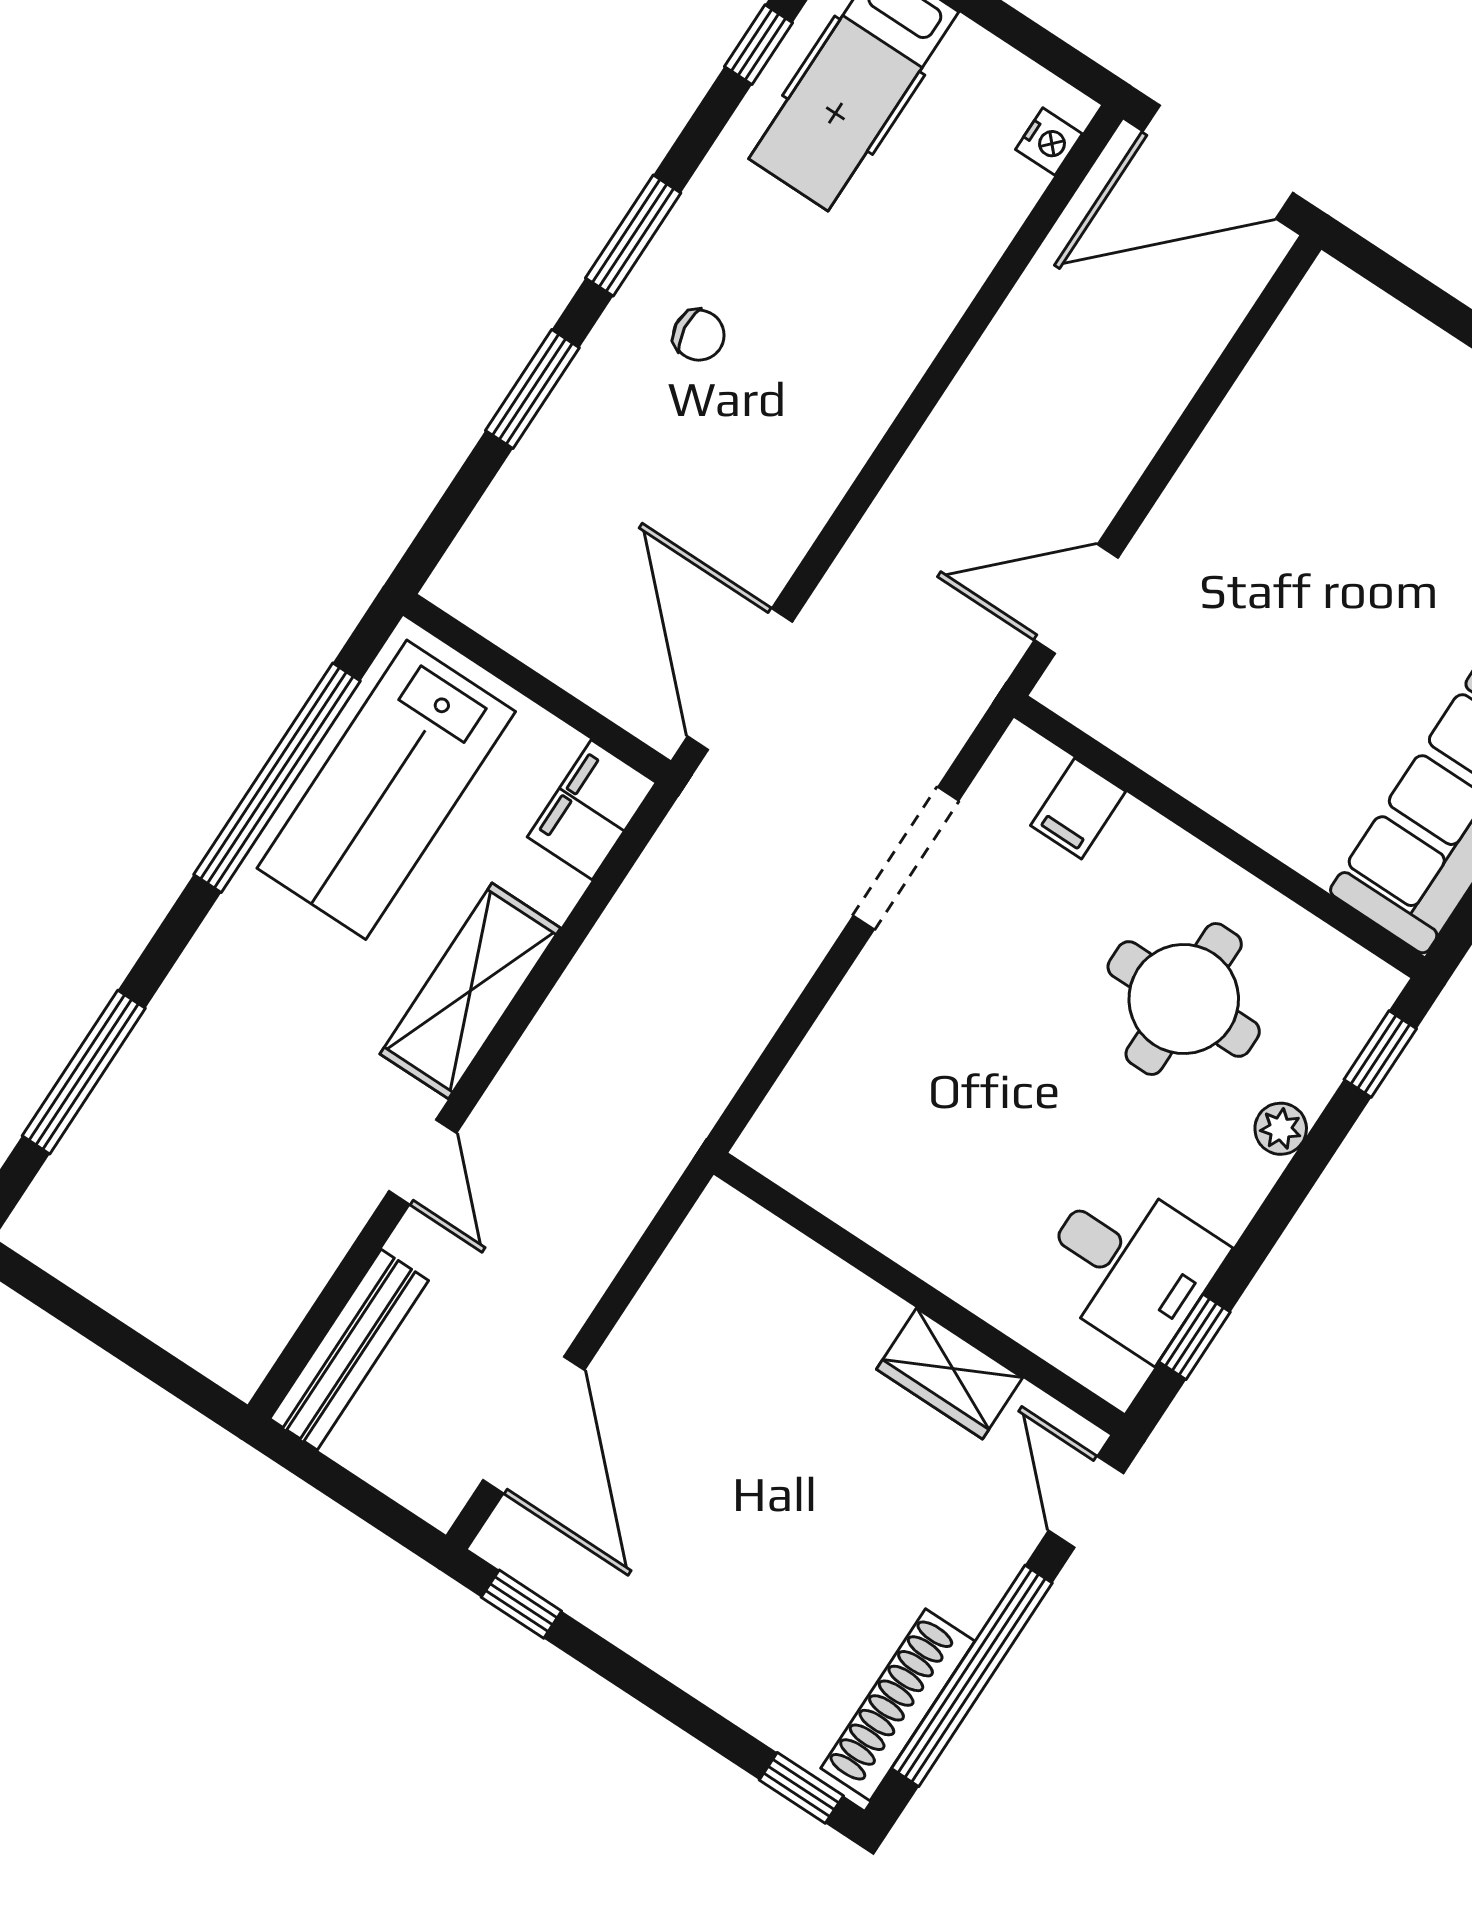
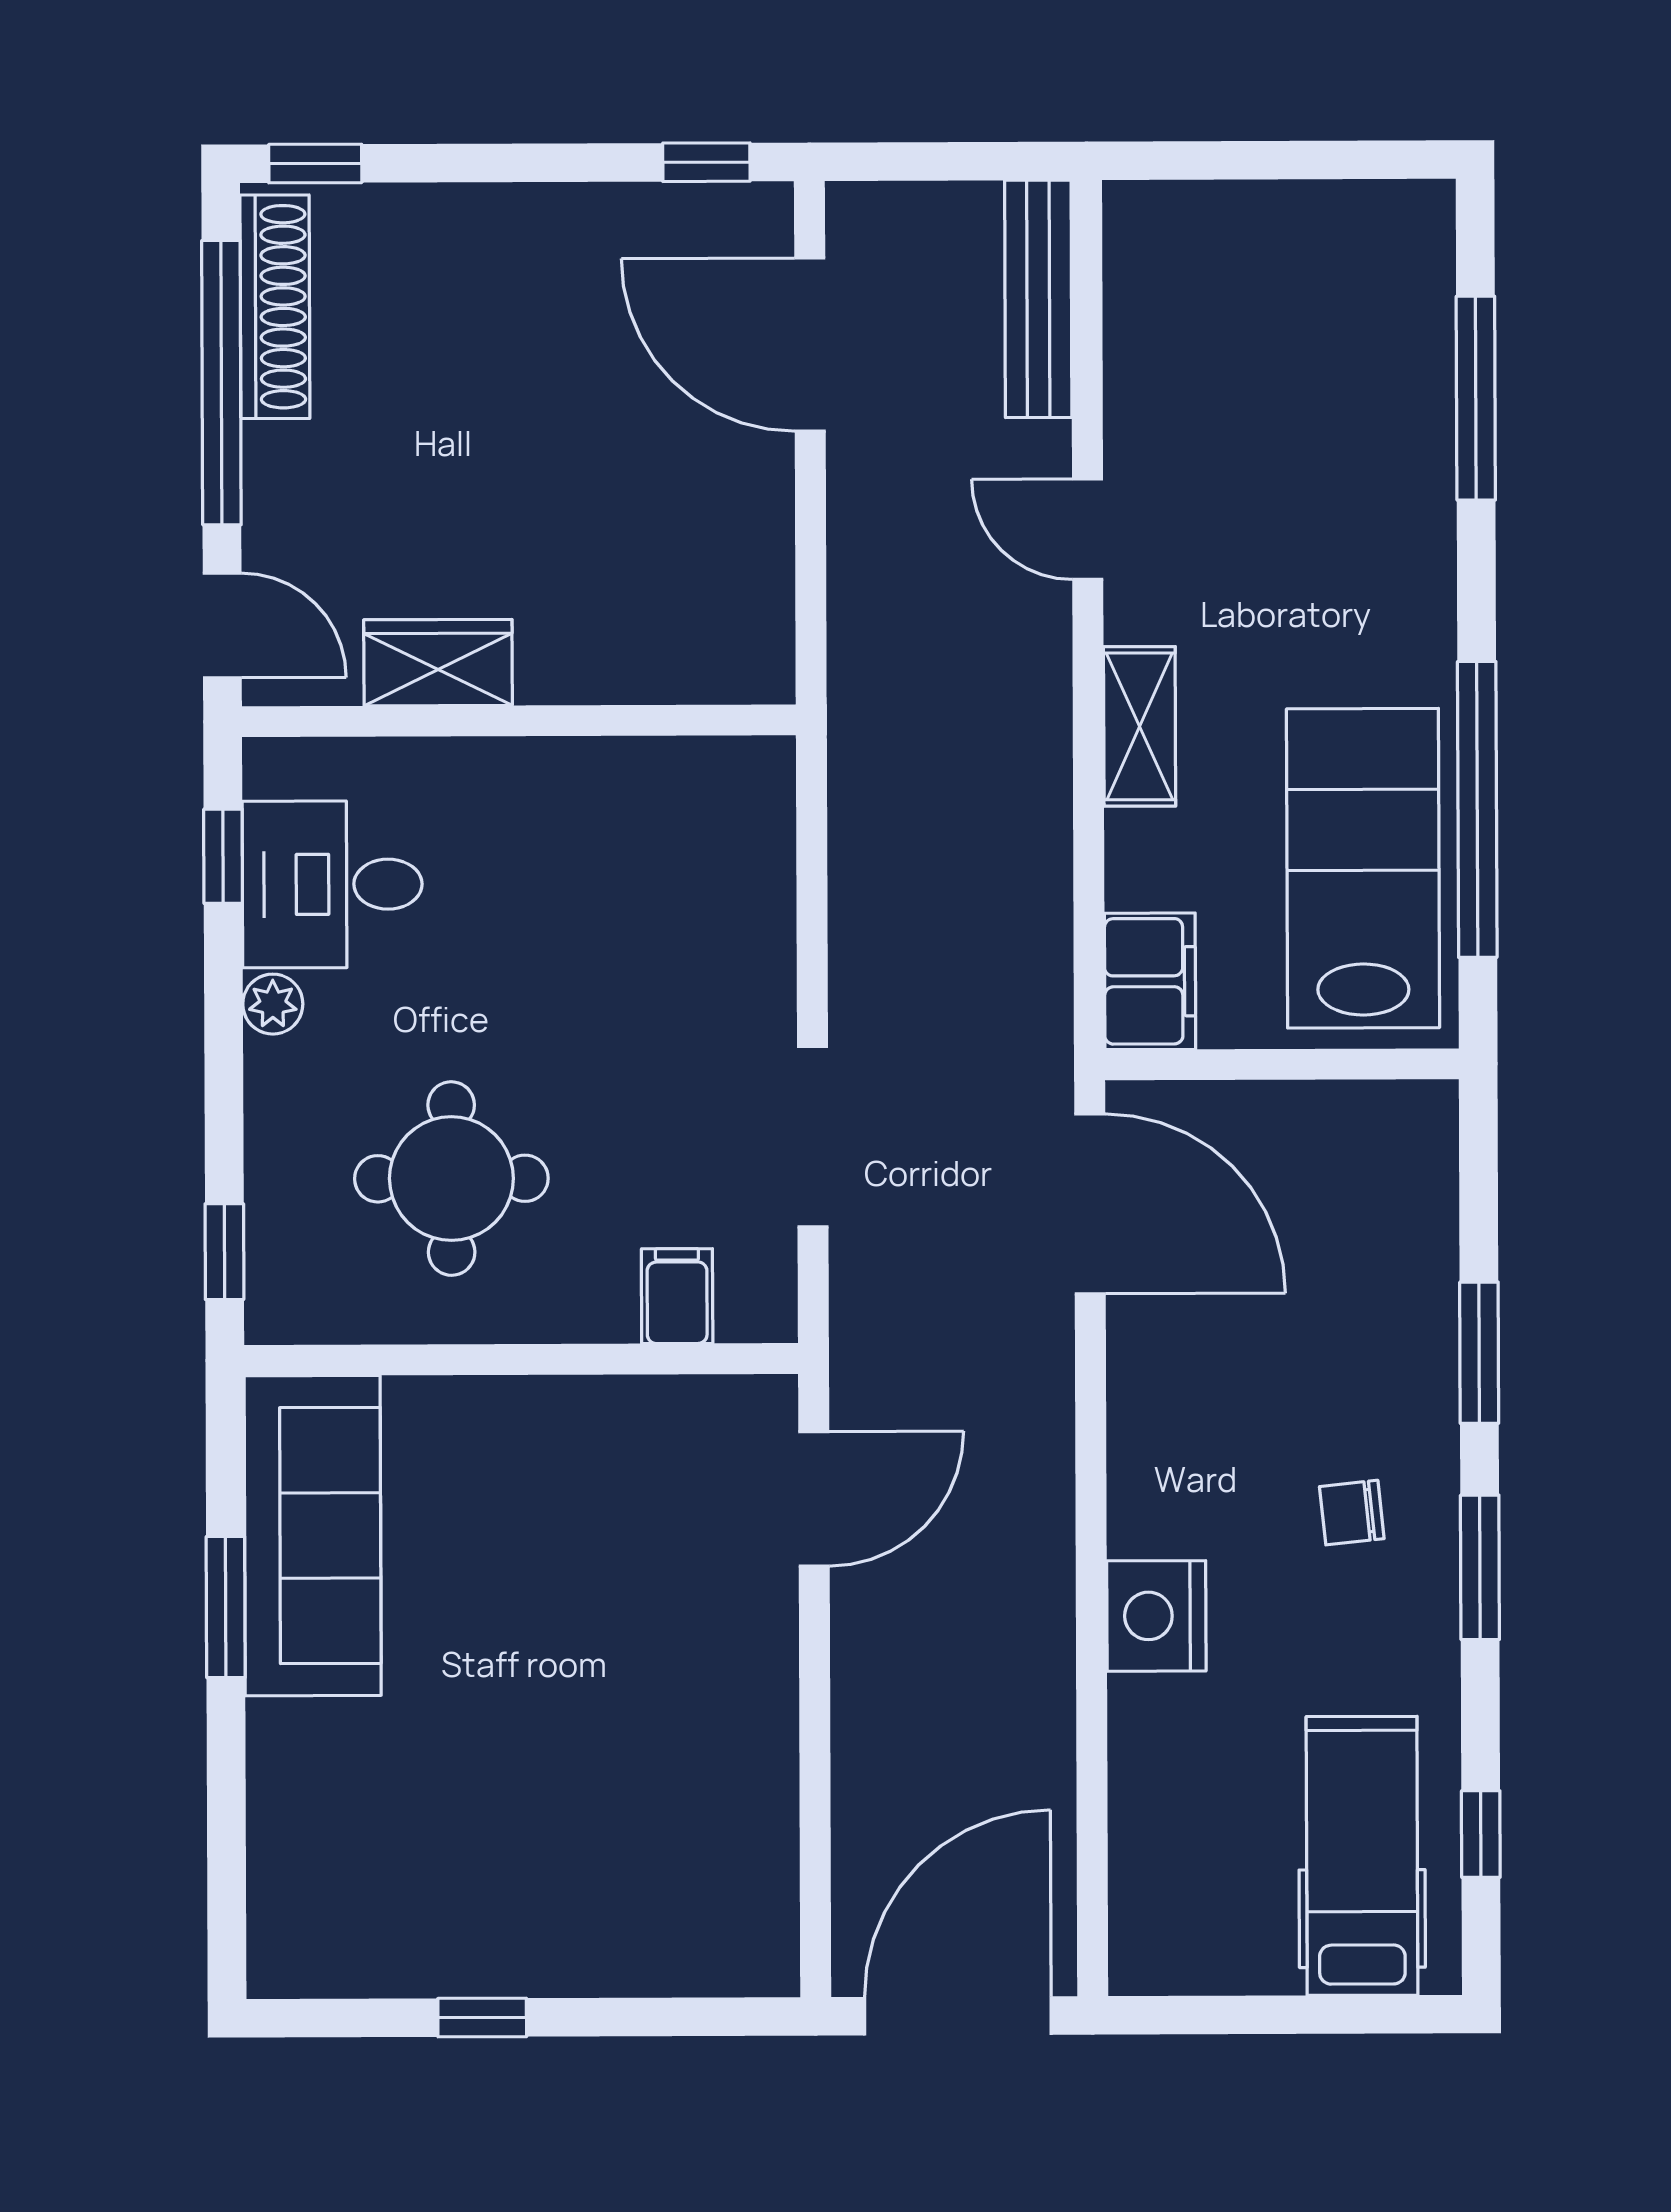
nightstand: (1049, 142) -> (1156, 1616), moved, width x1.89, depth x1.79
shelving: (470, 991) -> (1140, 726), width x0.67, depth x0.75
plant: (1281, 1129) -> (273, 1004), moved

